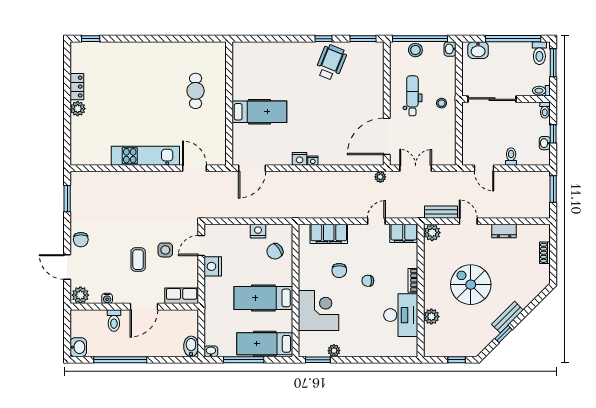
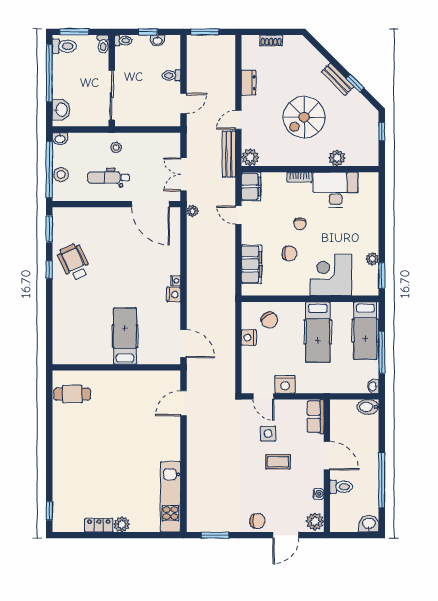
wheelchair: (331, 62) -> (74, 262), turned 43
cafe table: (196, 91) -> (72, 394), moved
kitchen unit: (145, 156) -> (171, 497), moved
bench: (441, 212) -> (229, 154), width x1.36

